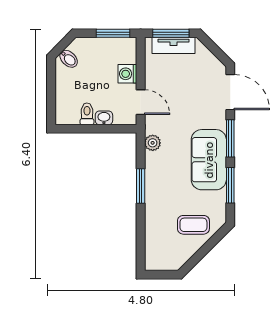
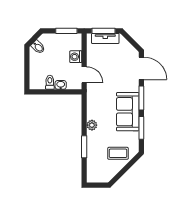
plant: (153, 143) -> (92, 125), moved
window: (141, 186) -> (84, 147), moved

